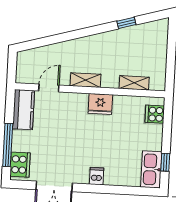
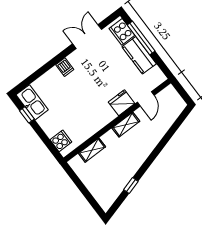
fridge: (100, 104) -> (122, 103), moved
kitchen counter: (23, 110) -> (139, 55), moved

